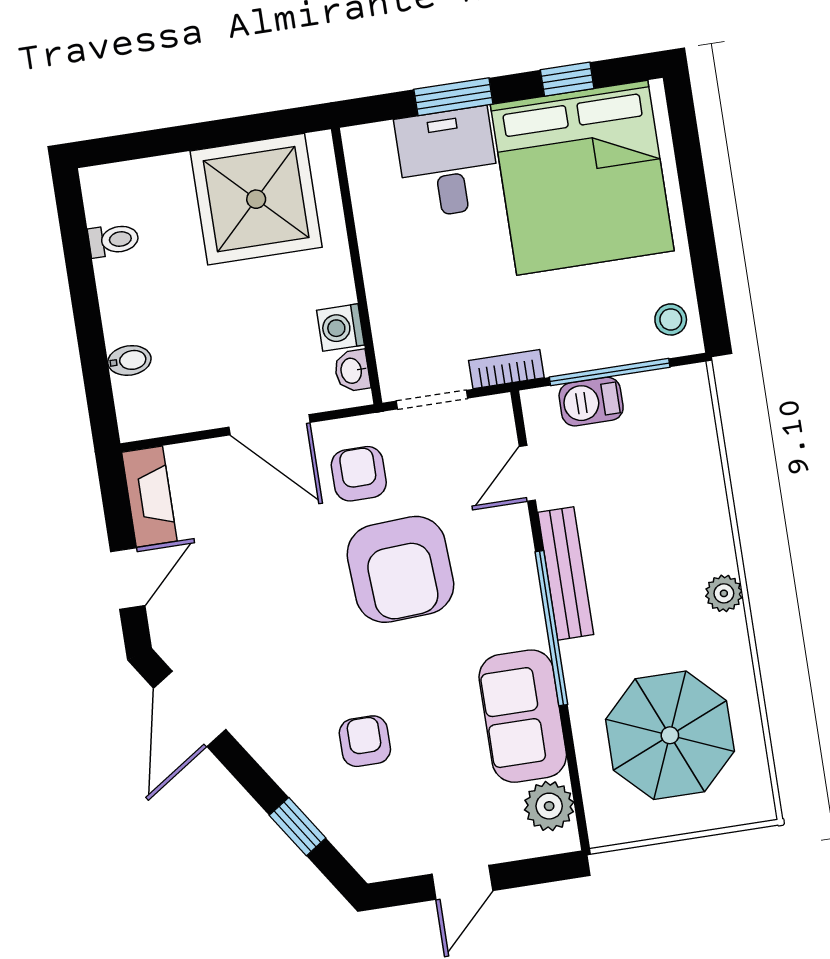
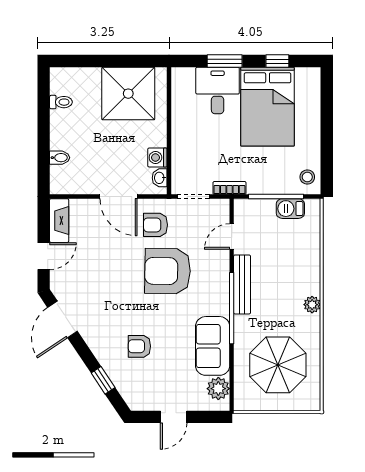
bed: (582, 178) -> (268, 107), width x0.73
barbecue: (591, 402) -> (290, 209), moved
armchair: (359, 474) -> (155, 225), turned -90
armchair: (400, 569) -> (168, 271), turned 94
armchair: (365, 741) -> (139, 346), turned -90

